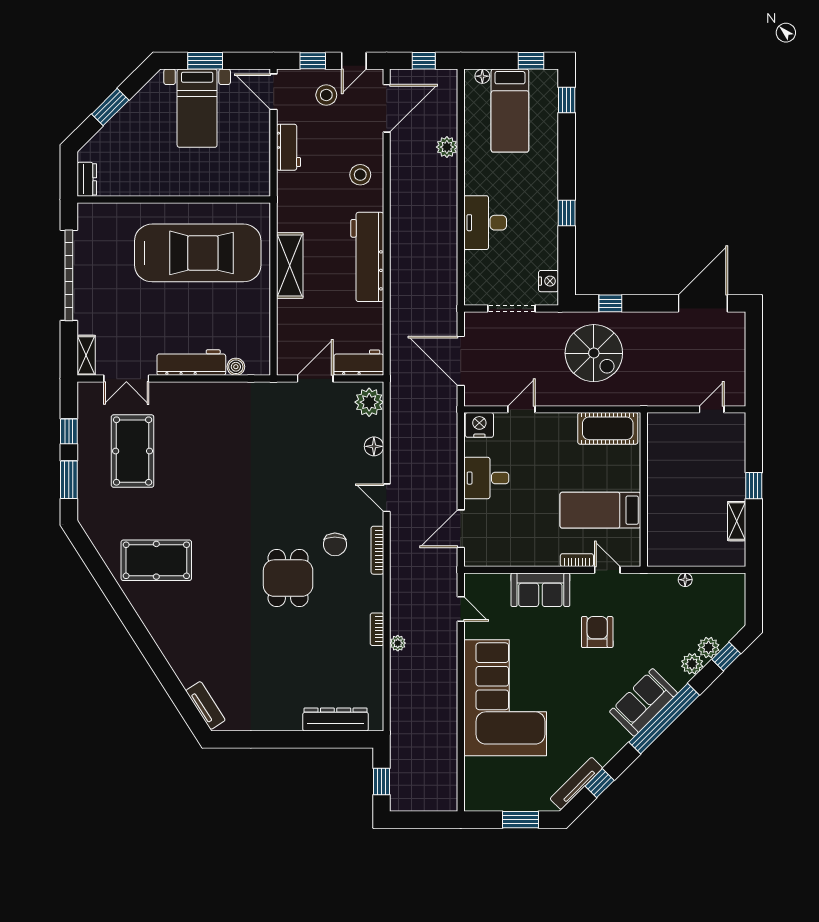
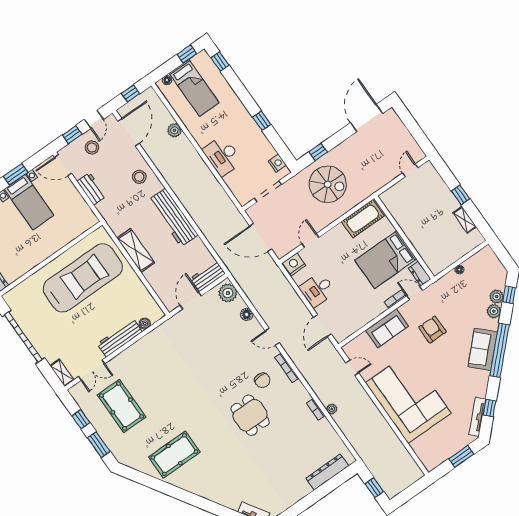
bed: (600, 510) -> (386, 260), width x1.50
dresser: (631, 549) -> (420, 274), added

